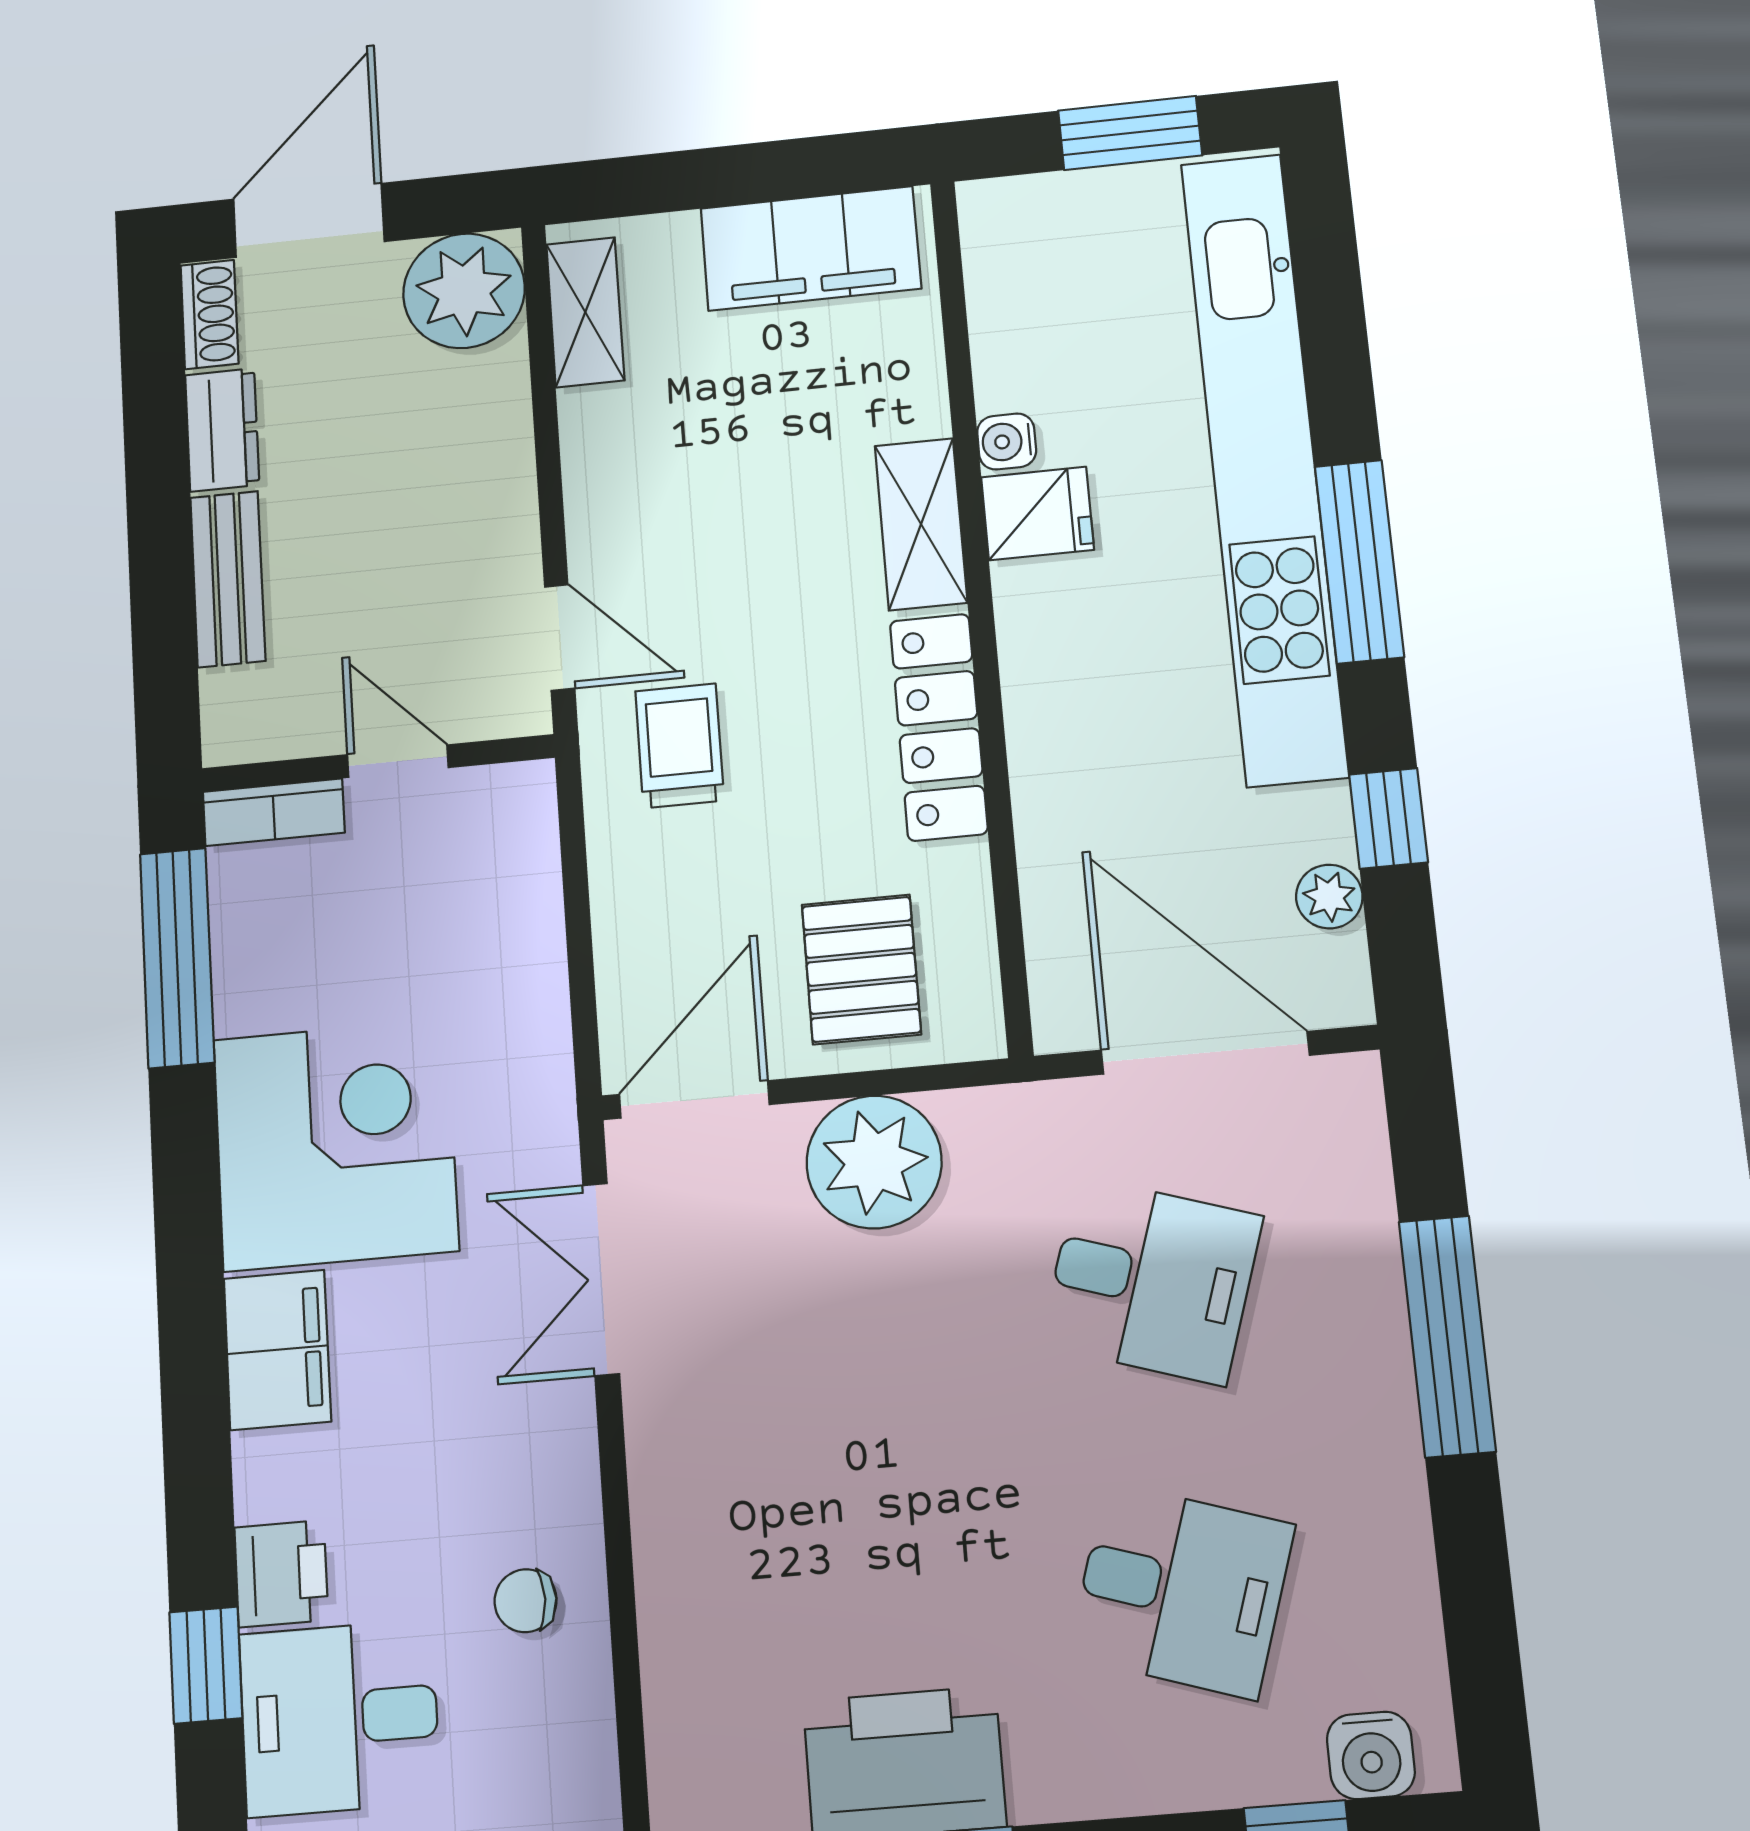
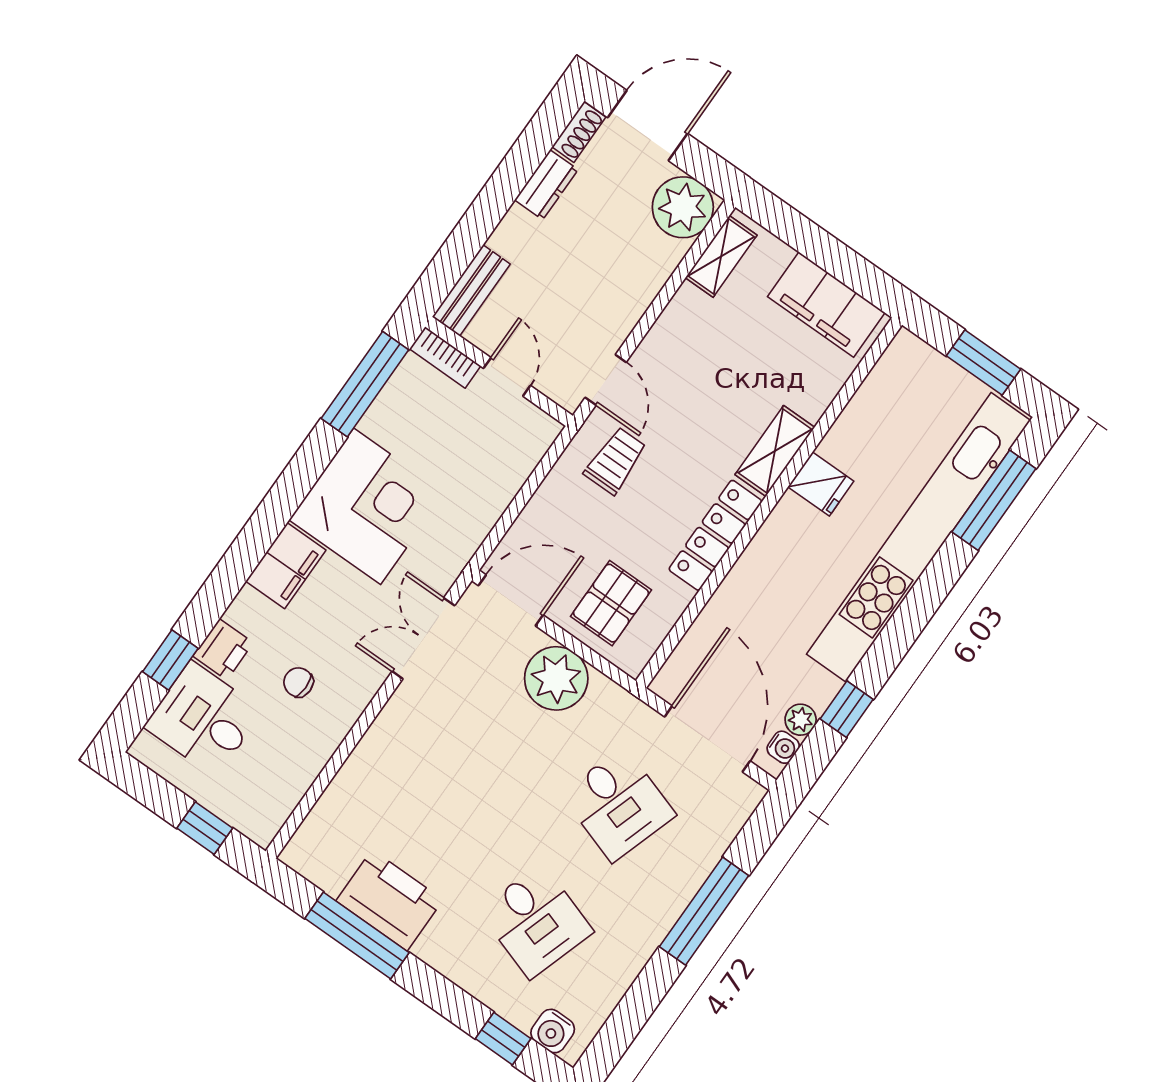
water cooler: (1007, 441) -> (783, 747), moved, turned 180
window: (1359, 561) -> (994, 500), moved
bench: (228, 579) -> (471, 290), moved
chair: (526, 1601) -> (298, 682), moved

